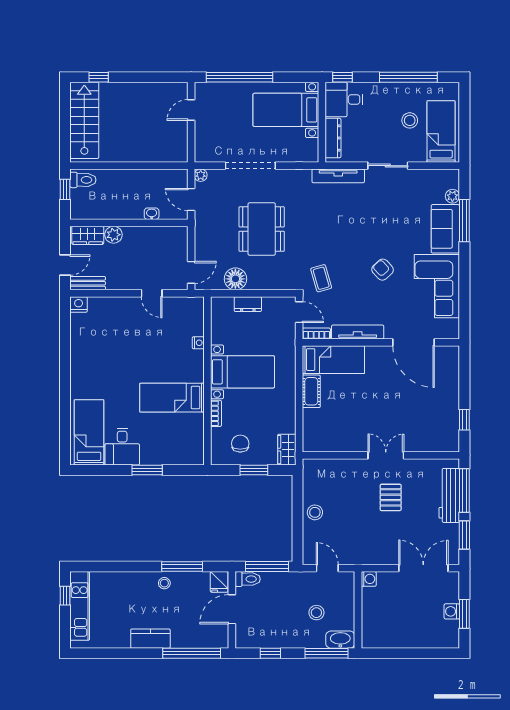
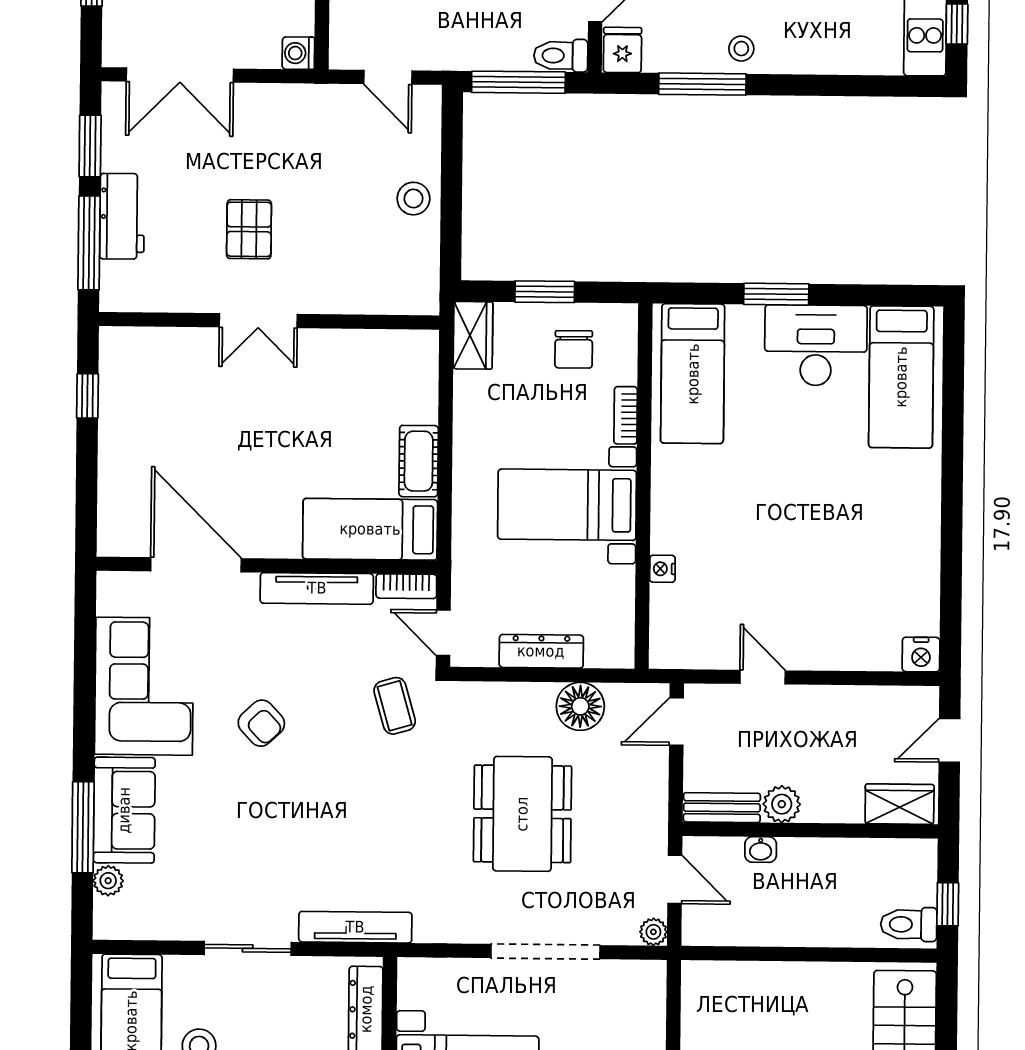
plant: (113, 235) -> (782, 804), moved
bench: (88, 283) -> (722, 808), moved
dresser: (248, 304) -> (541, 651), width x1.44
bed: (172, 398) -> (693, 374), moved, turned 90
desk: (122, 447) -> (816, 345), width x1.37
workbench: (449, 495) -> (122, 216), width x0.73

